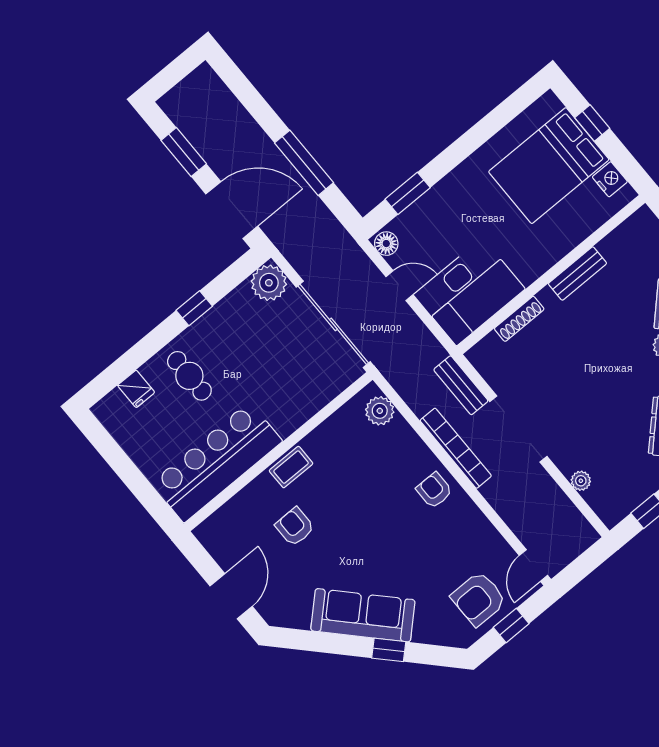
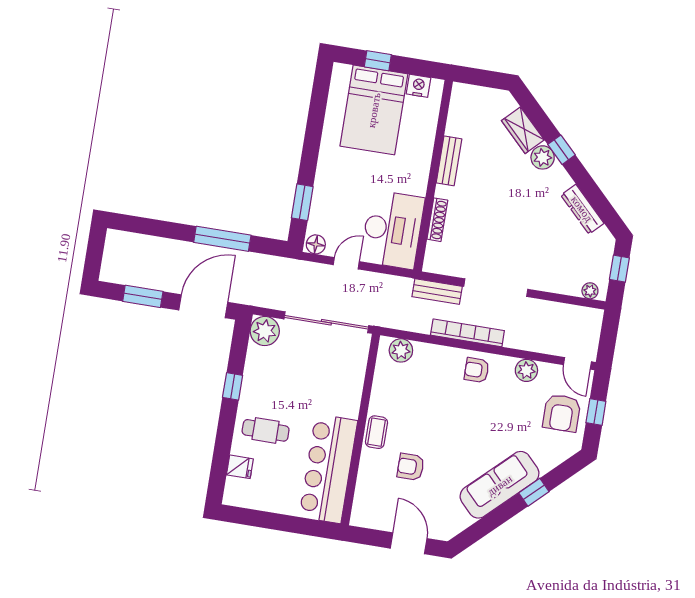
plant: (581, 481) -> (590, 291), moved
plant: (480, 531) -> (526, 370), added

